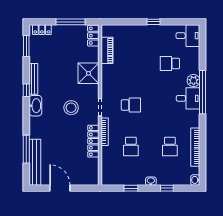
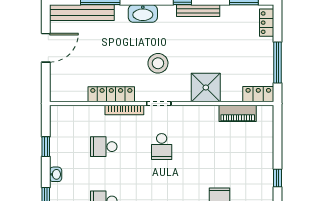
washbasin: (35, 106) -> (143, 14), moved

